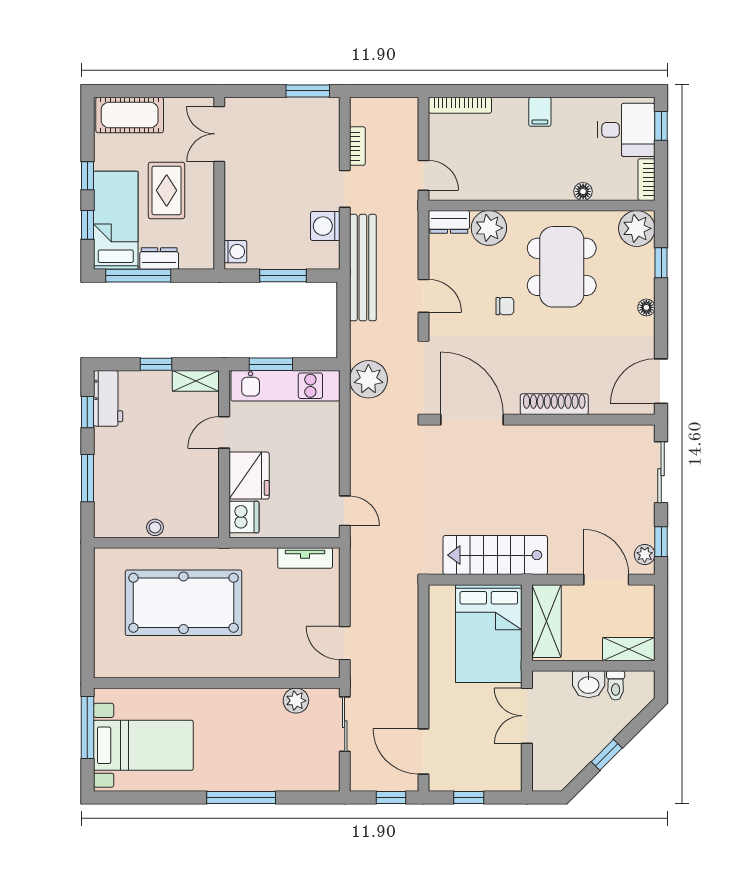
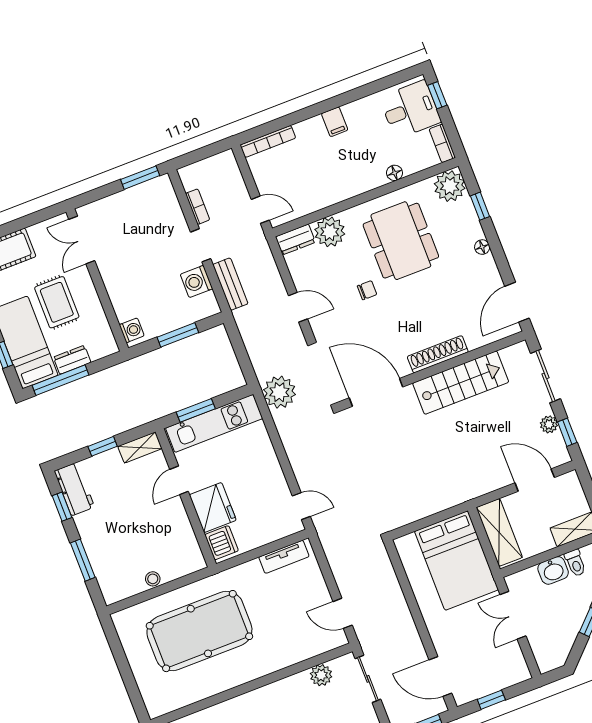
bench: (363, 268) -> (230, 284), width x0.54, depth x0.82
plant: (645, 554) -> (549, 424), moved
stairs: (495, 555) -> (461, 383), moved, turned 180

